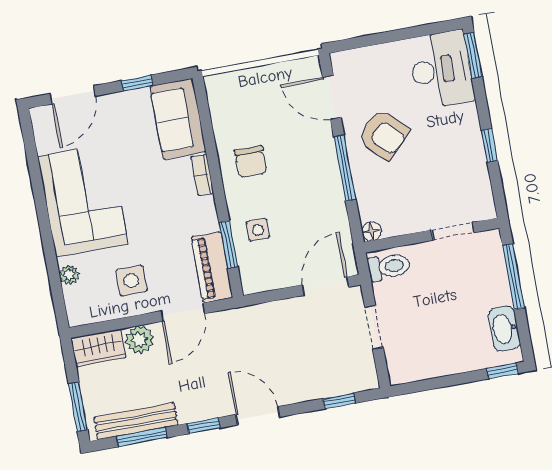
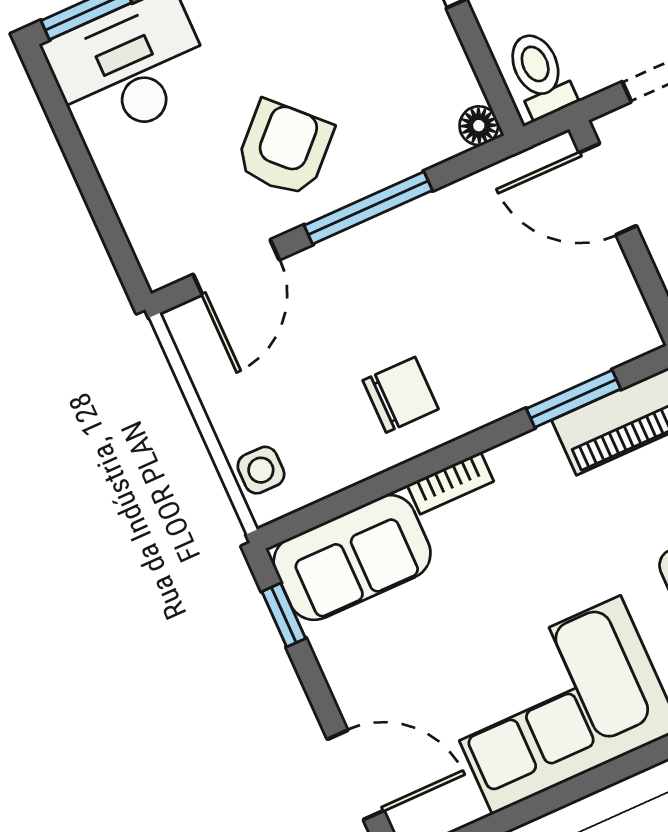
window: (137, 83) -> (284, 615), moved
side table: (258, 230) -> (261, 470), moved

